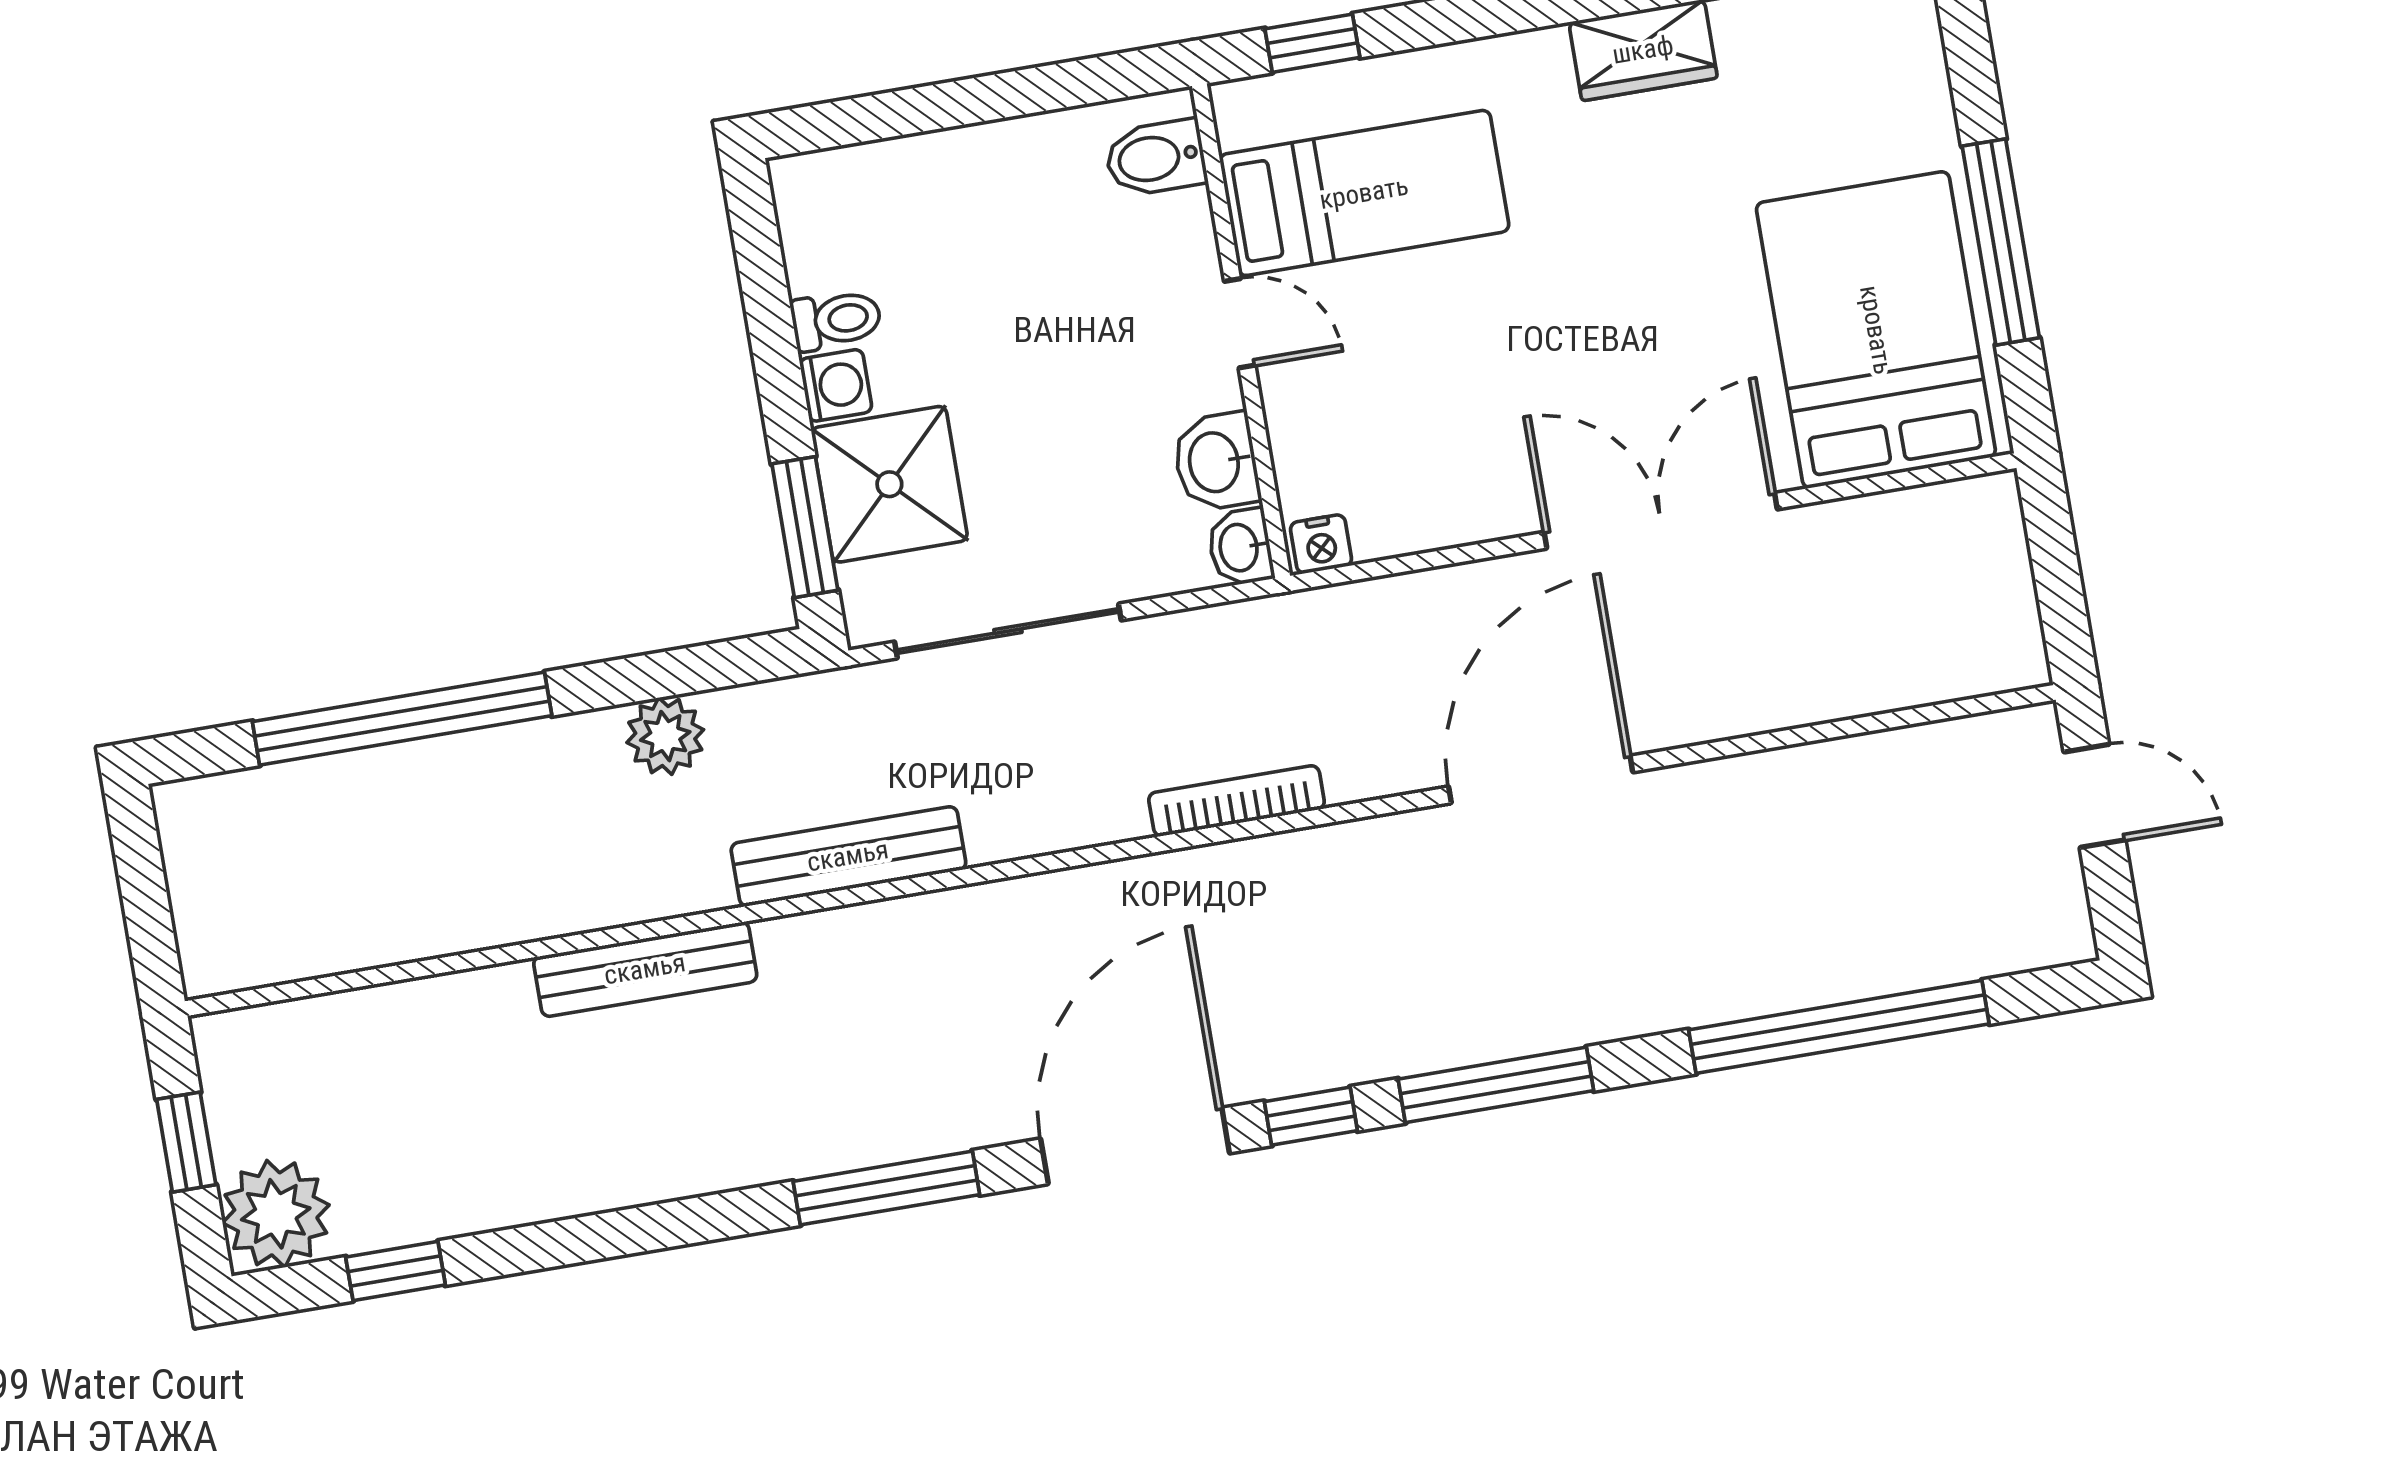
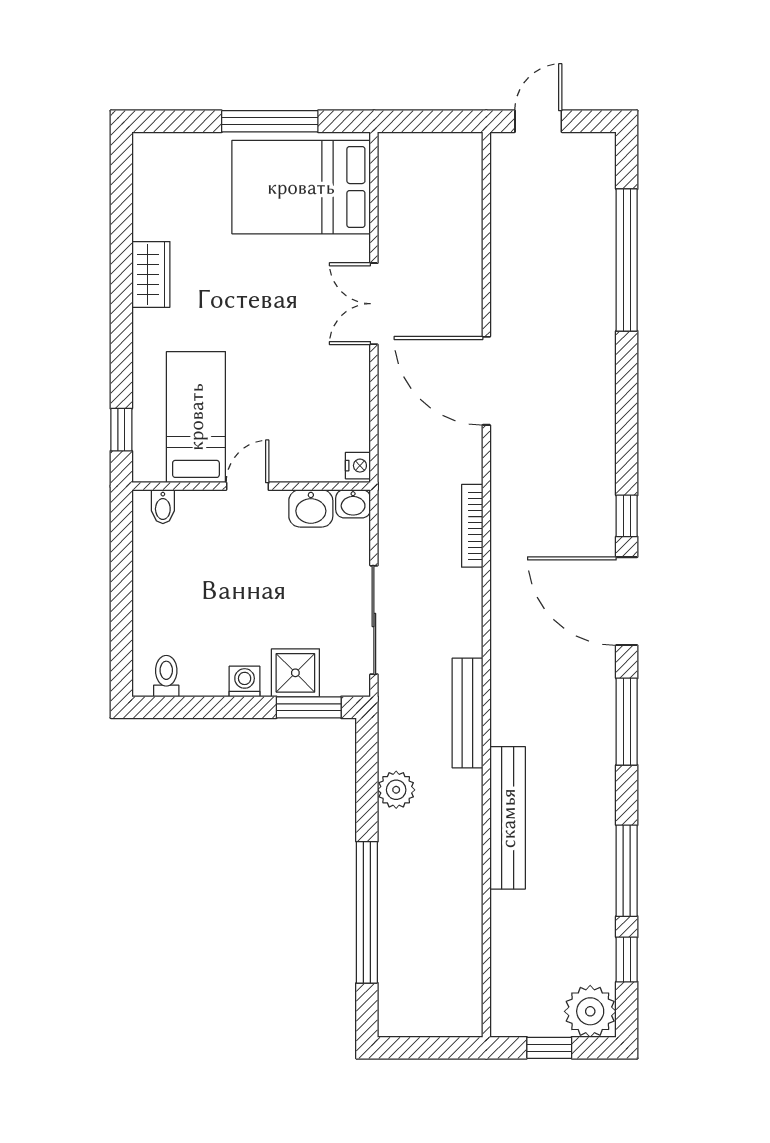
bidet: (1156, 158) -> (163, 507), width x0.72, depth x0.74
toilet: (836, 320) -> (166, 676), moved
shower: (889, 484) -> (295, 673), width x0.73, depth x0.73
double door: (1661, 521) -> (374, 304), width x0.73
bench: (645, 969) -> (508, 818), width x1.37, depth x1.21
window: (1496, 1085) -> (627, 871), moved

